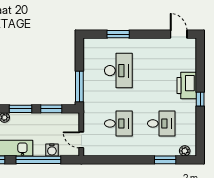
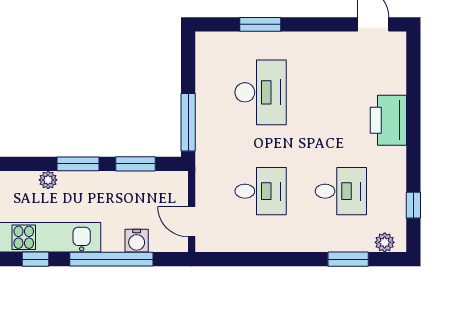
window: (200, 99) -> (413, 205), moved

